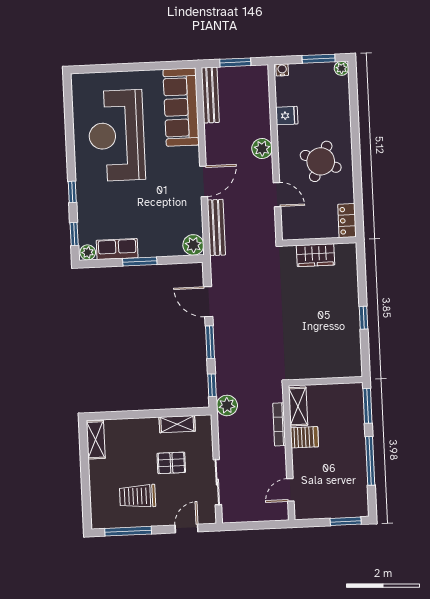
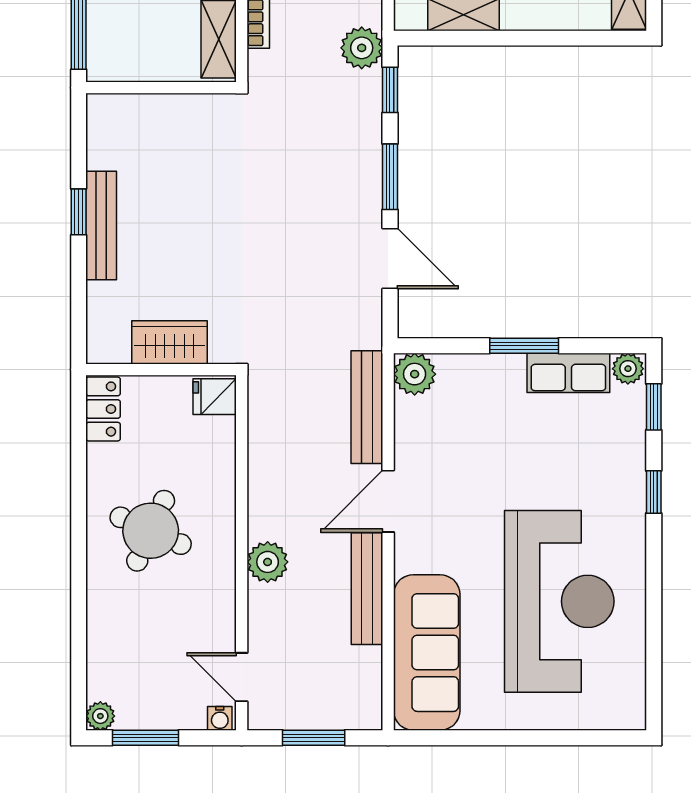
bench: (210, 95) -> (367, 589), moved
fridge: (287, 116) -> (215, 397), moved
door: (277, 195) -> (242, 677), moved
bench: (352, 311) -> (101, 226), added

